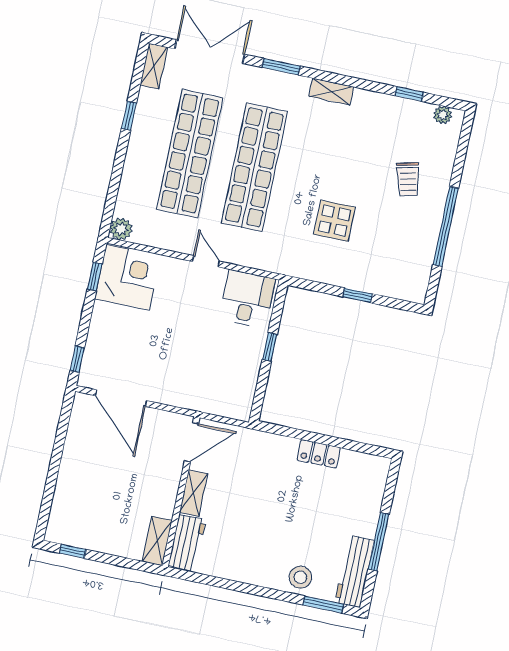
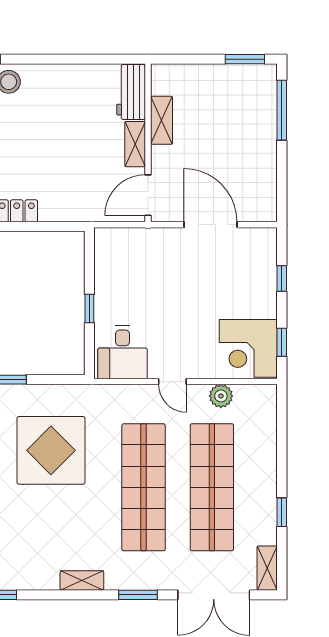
display table: (334, 221) -> (51, 450), width x1.86, depth x1.86
plant: (121, 229) -> (221, 396), moved
window: (77, 359) -> (282, 279), moved
door: (121, 398) -> (210, 225), moved
window: (48, 496) -> (282, 110), added
shelving: (157, 541) -> (162, 120), moved
window: (73, 551) -> (245, 59), width x1.50

